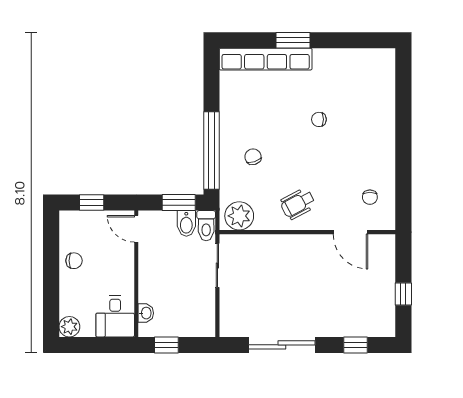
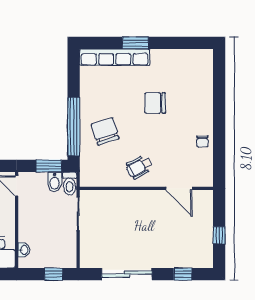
chair: (319, 119) -> (155, 103), width x1.87, depth x1.87
chair: (253, 157) -> (105, 131), width x1.87, depth x1.87
chair: (370, 197) -> (202, 141), moved
plant: (239, 216) -> (95, 176), removed
window: (166, 345) -> (54, 274), moved

